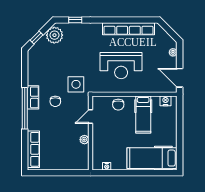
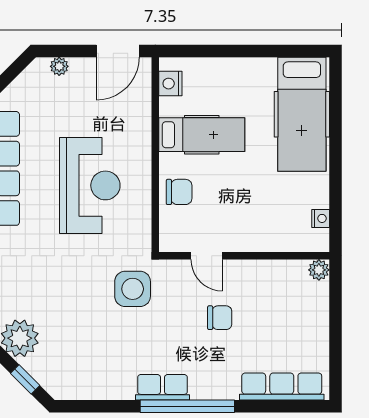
chair: (55, 101) -> (220, 318), moved
plant: (84, 140) -> (319, 270), moved

